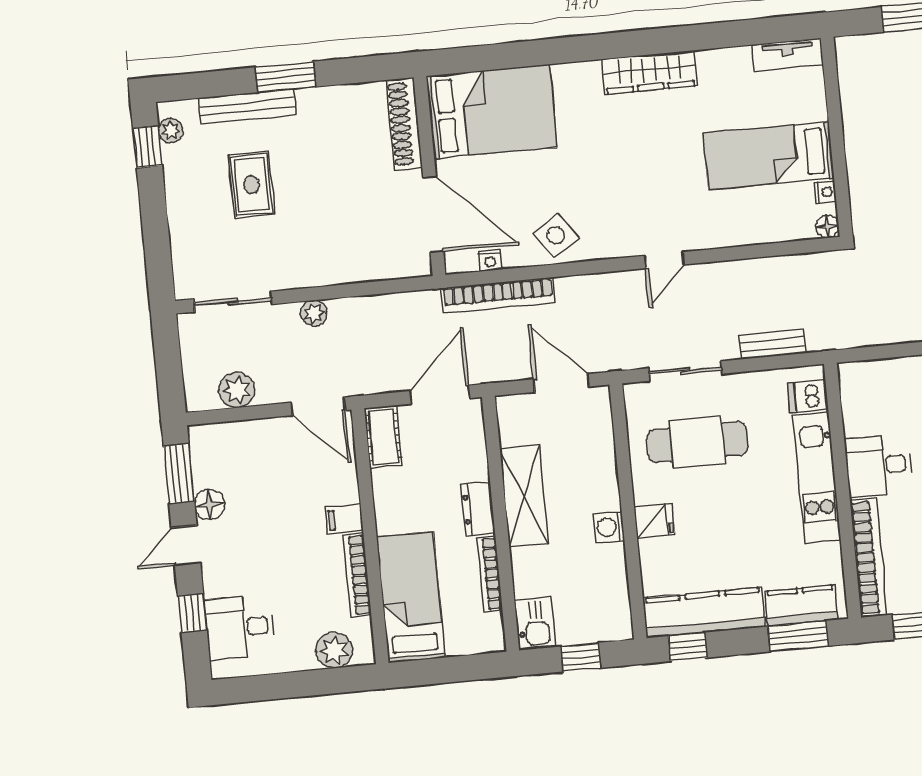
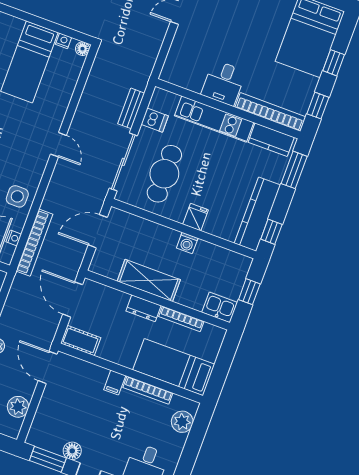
side table: (556, 235) -> (17, 196), turned 34
sliding door: (685, 371) -> (123, 162), width x1.37
dishwasher: (808, 396) -> (155, 120), moved, turned -90
door: (318, 406) -> (48, 367), swing flipped
kitchen counter: (801, 606) -> (271, 140), moved, turned -90

